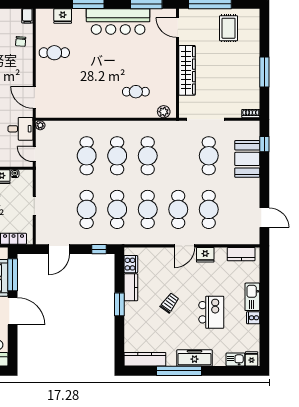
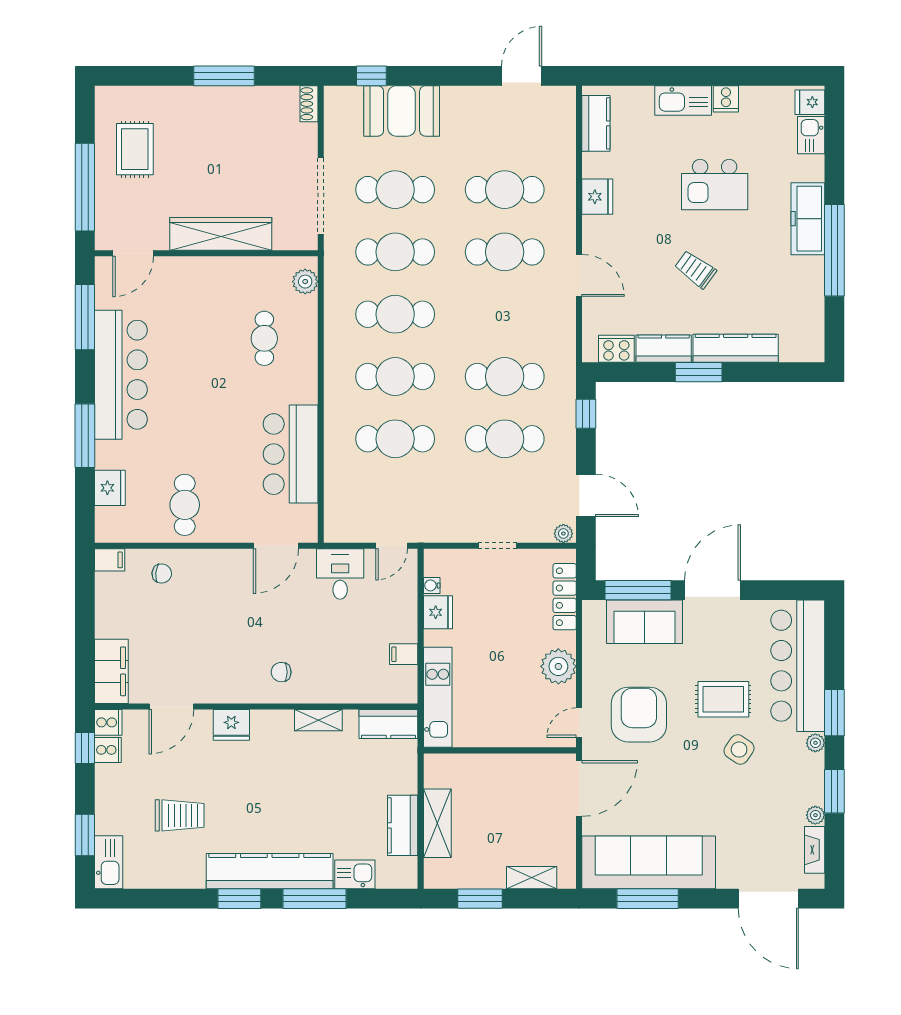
rug: (229, 28) -> (135, 149), turned 90
bar counter: (79, 105) -> (291, 454), added
plant: (40, 125) -> (563, 533), moved
cafe table: (148, 209) -> (395, 252), moved
door: (184, 246) -> (579, 275), moved
kitchen island: (211, 312) -> (715, 184), turned 180
kitchen counter: (145, 359) -> (736, 348), moved, turned 90

